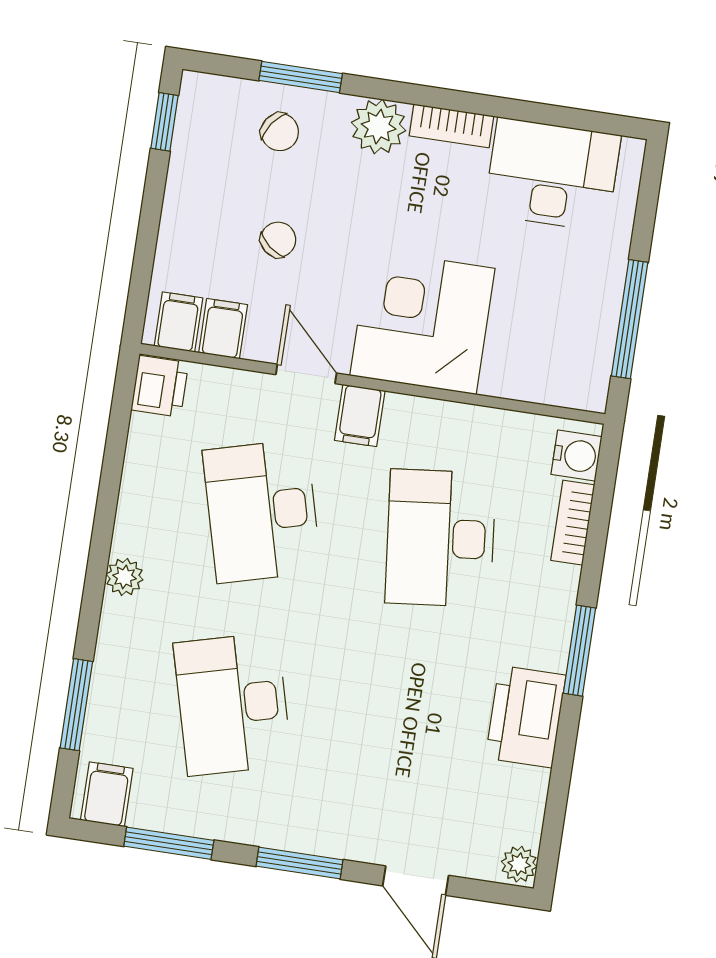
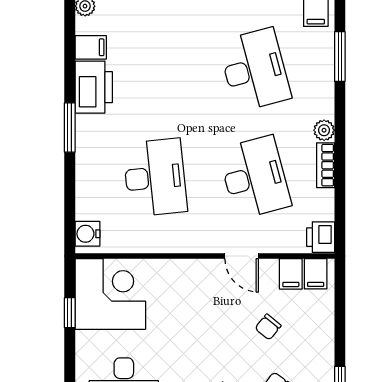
window: (630, 319) -> (70, 313), width x0.46
corner desk: (422, 322) -> (110, 294), moved, turned -90
filing cabinet: (360, 416) -> (91, 47), moved, turned 90
bookcase: (573, 523) -> (326, 165), moved, turned 180

